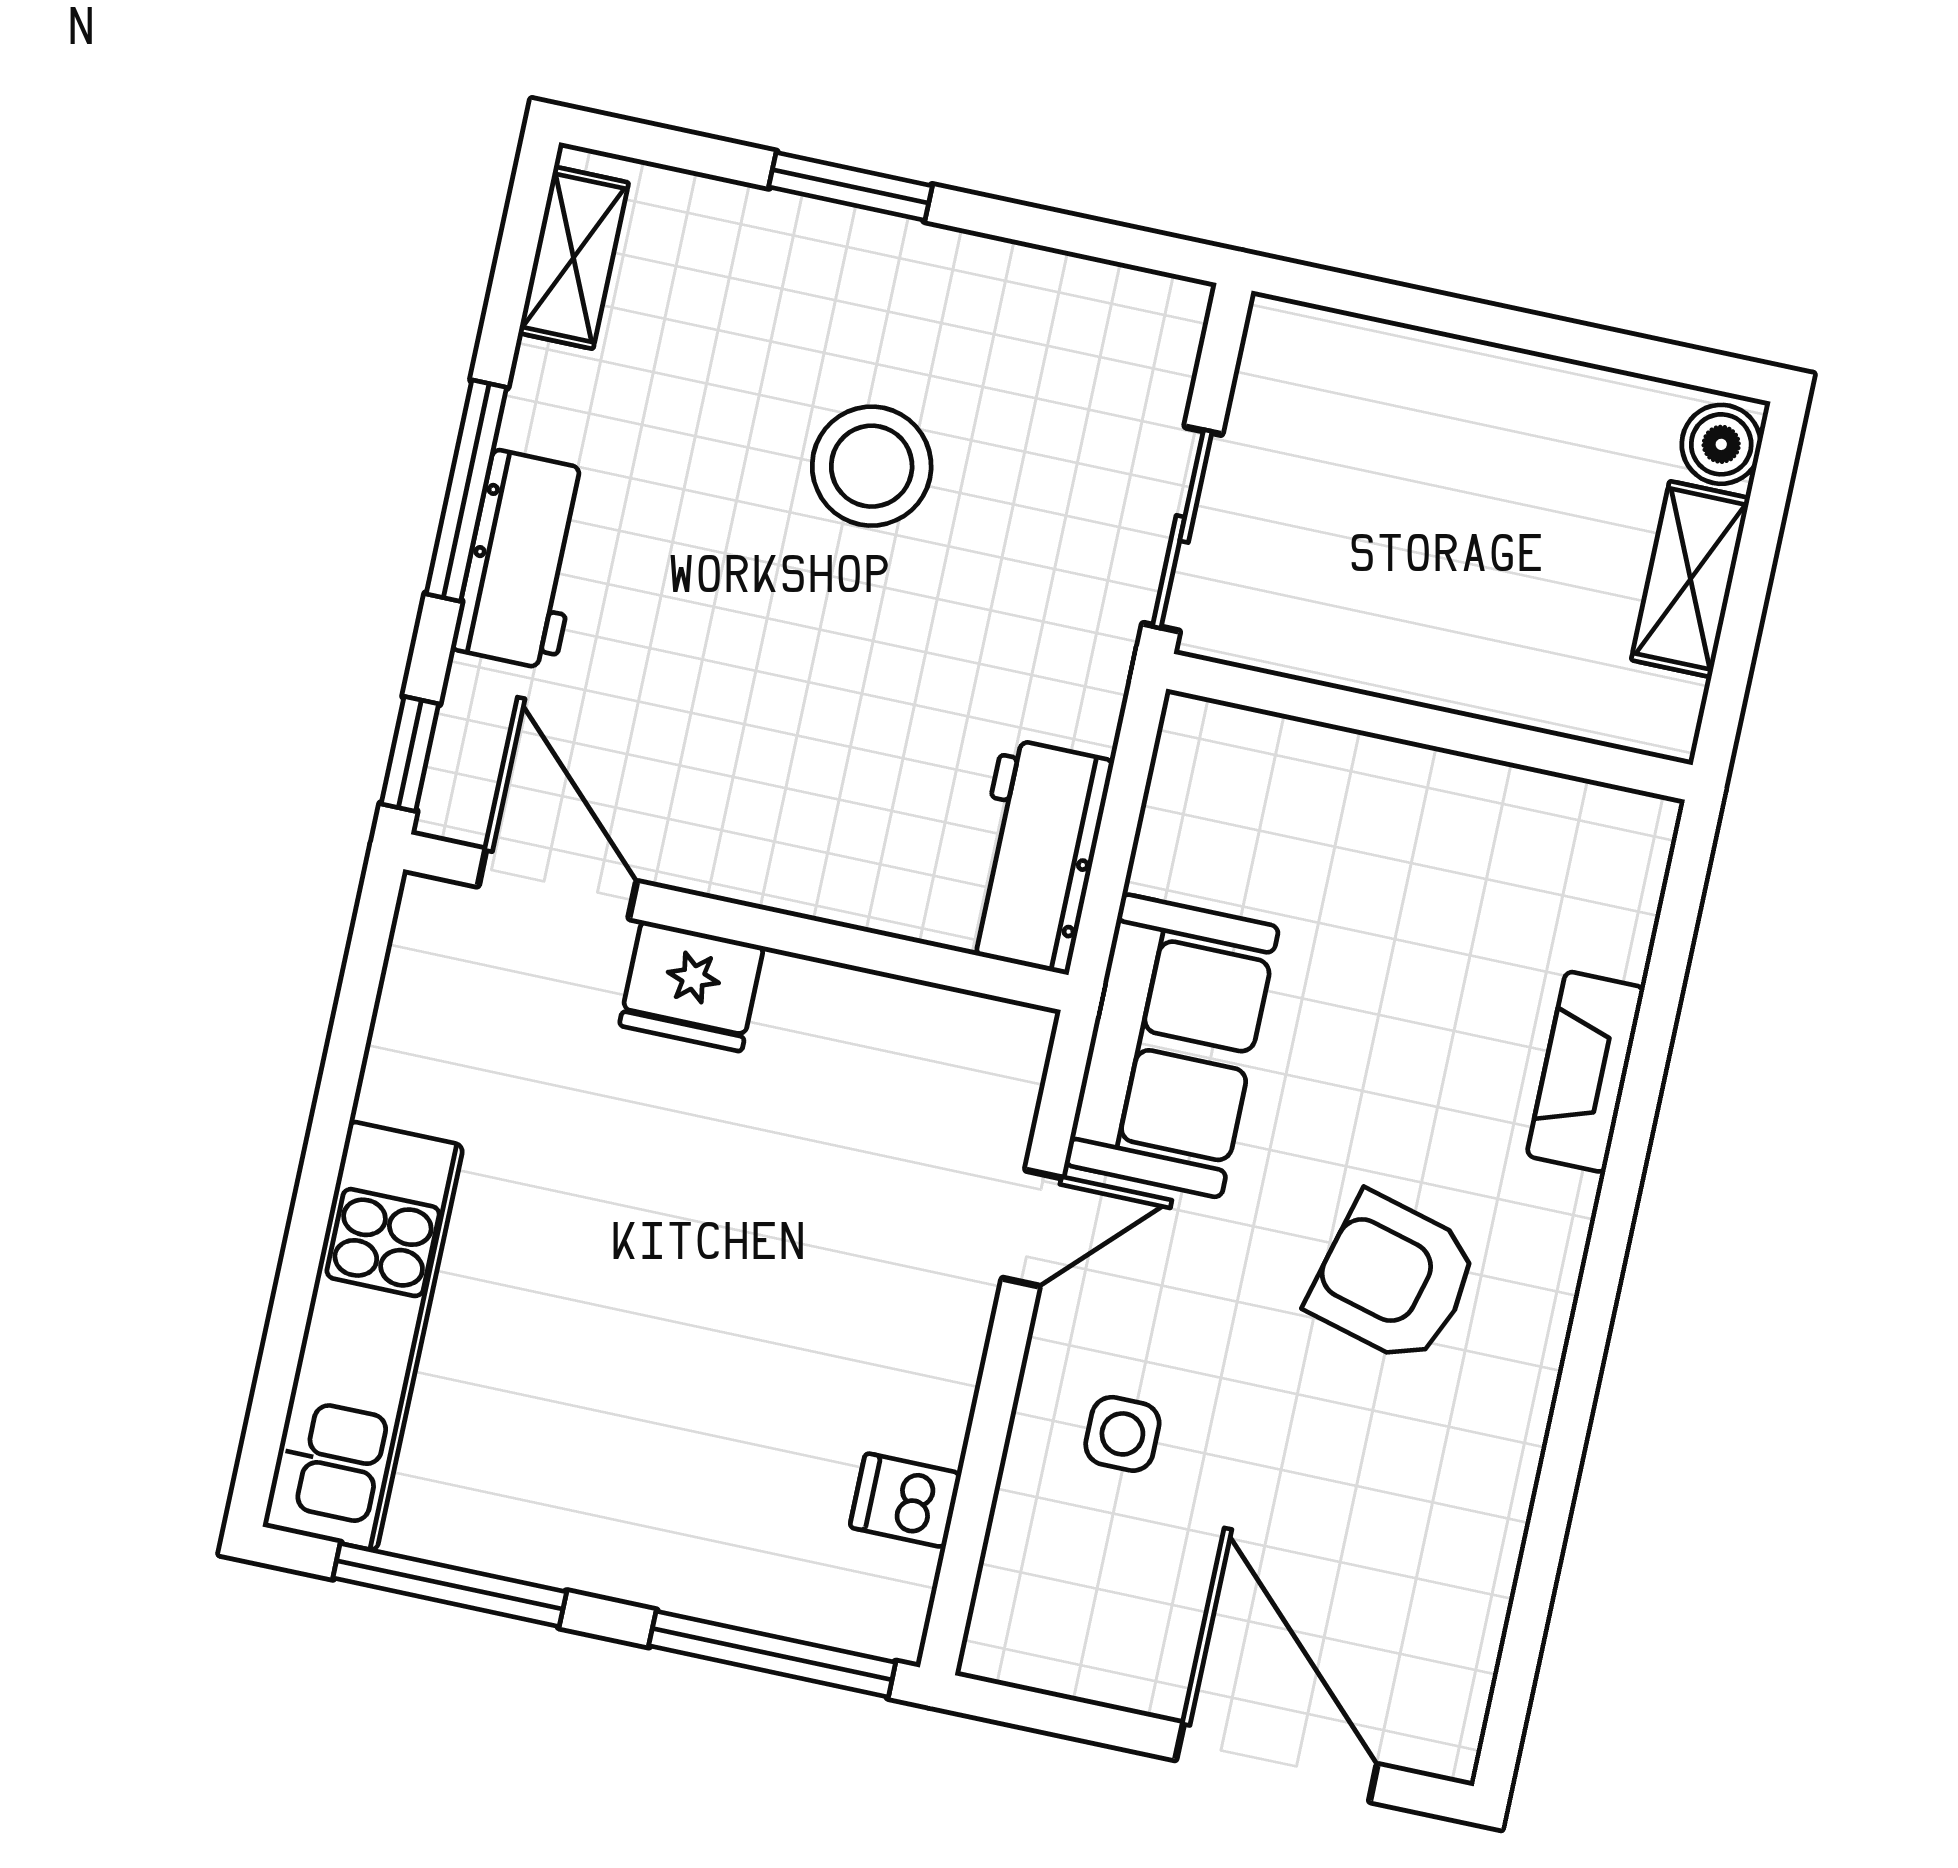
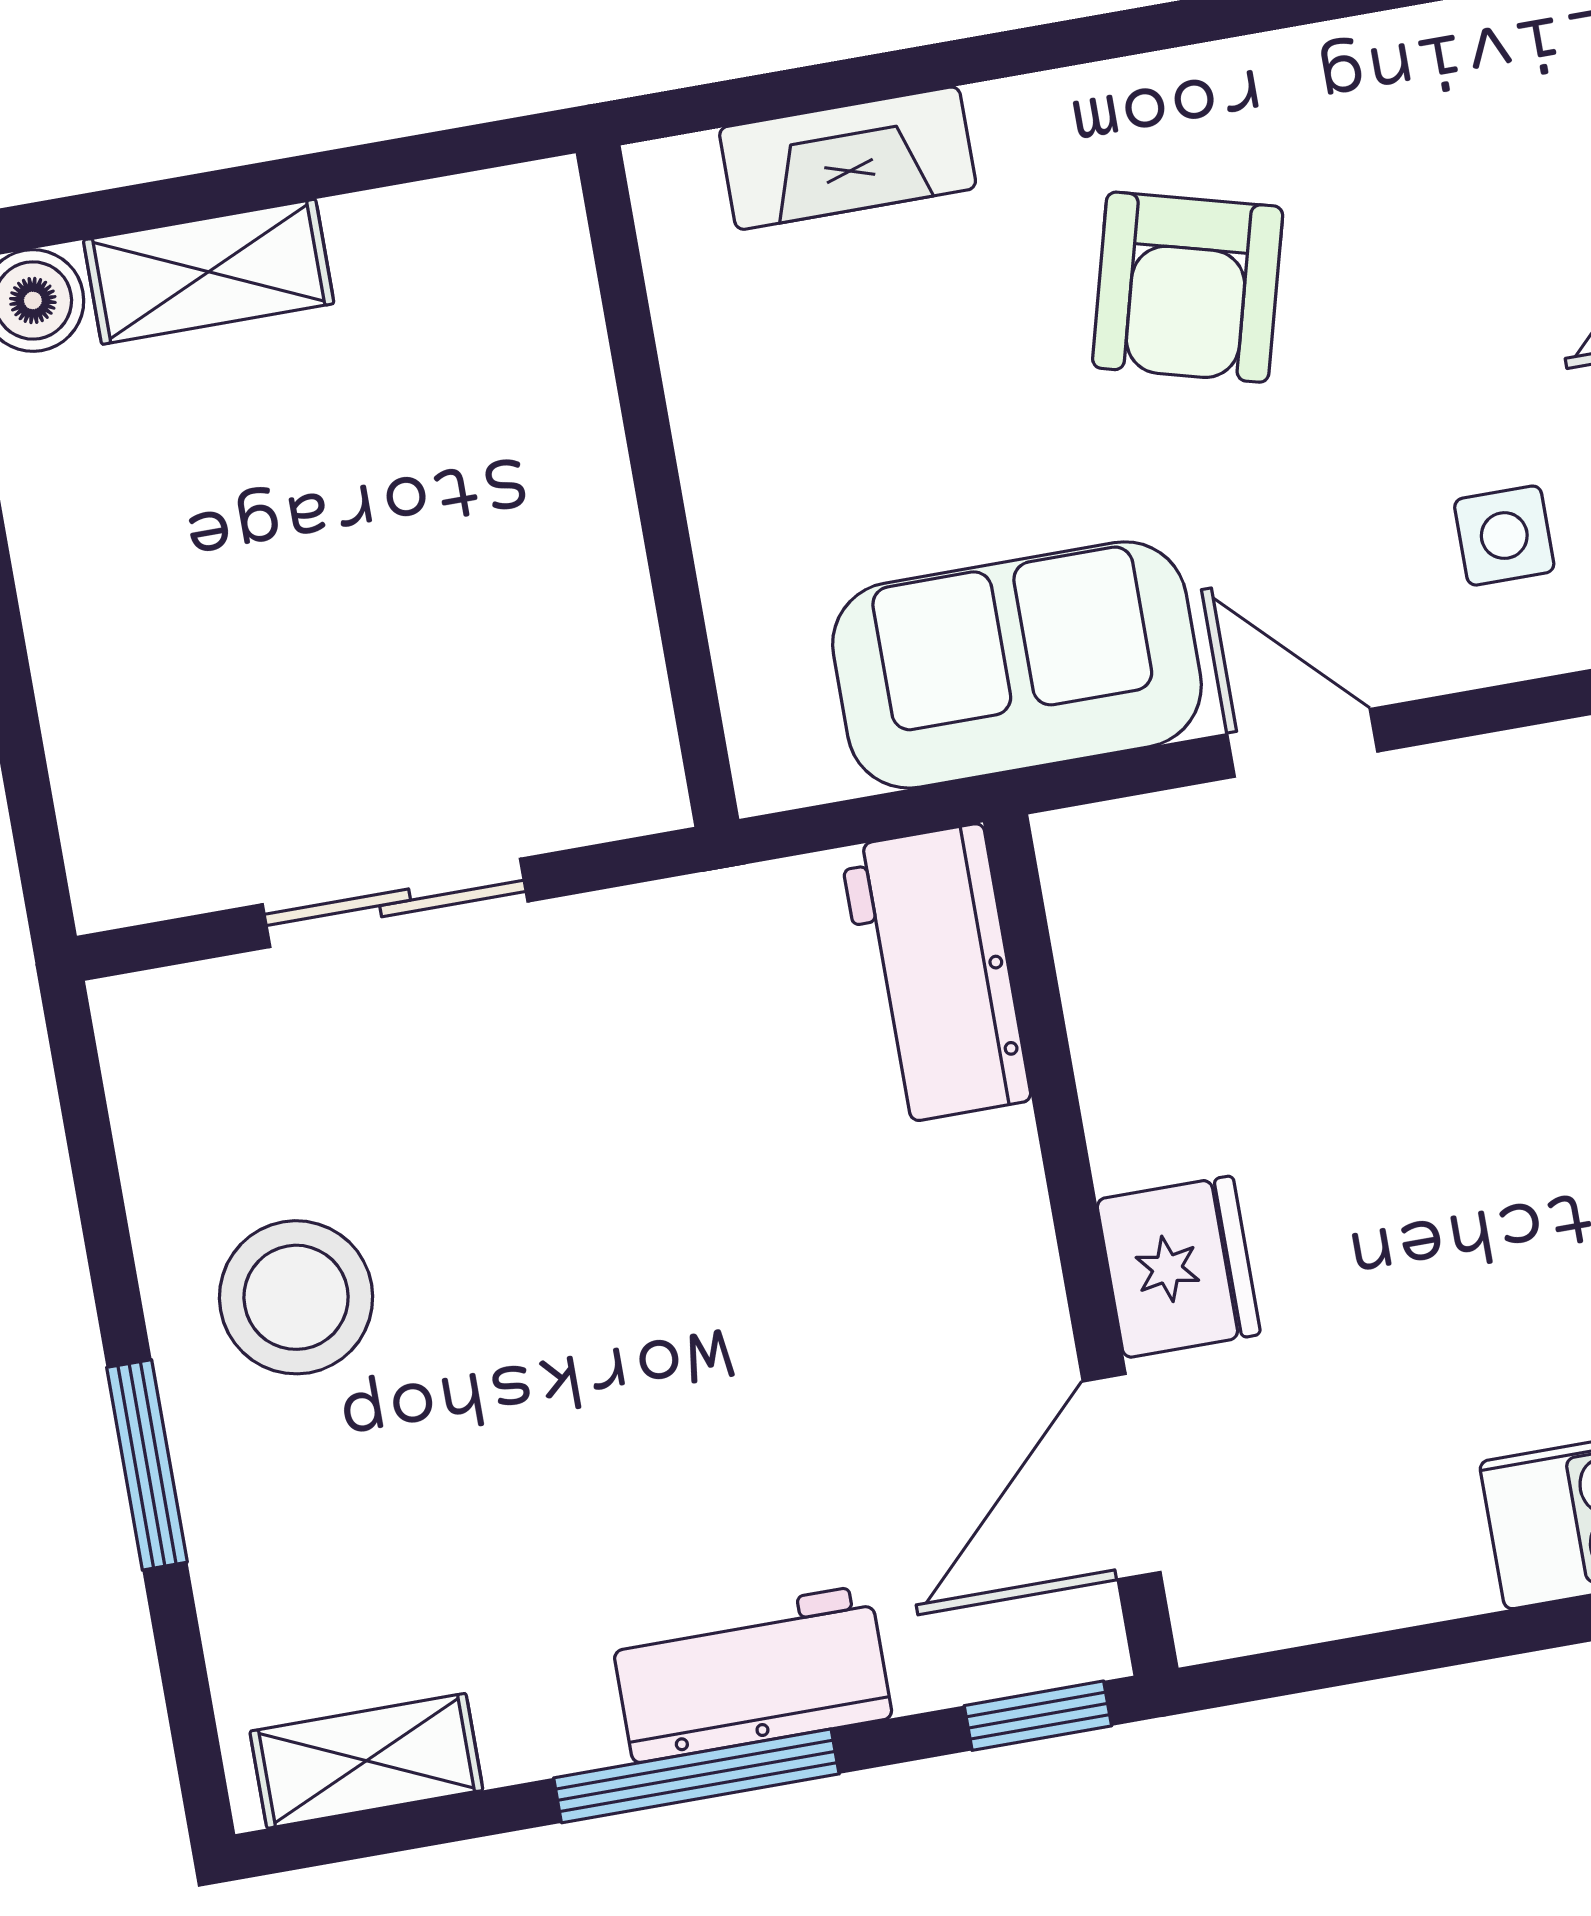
stool: (872, 466) -> (296, 1297), moved
wall: (1429, 727) -> (657, 486), moved
workbench: (1036, 856) -> (936, 974), moved, turned 90

